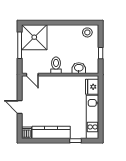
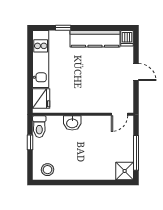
shower: (34, 37) -> (125, 171), width x0.54, depth x0.54
toilet: (56, 65) -> (39, 127), moved
washbasin: (79, 68) -> (72, 123), moved
door: (32, 75) -> (120, 114), swing flipped

